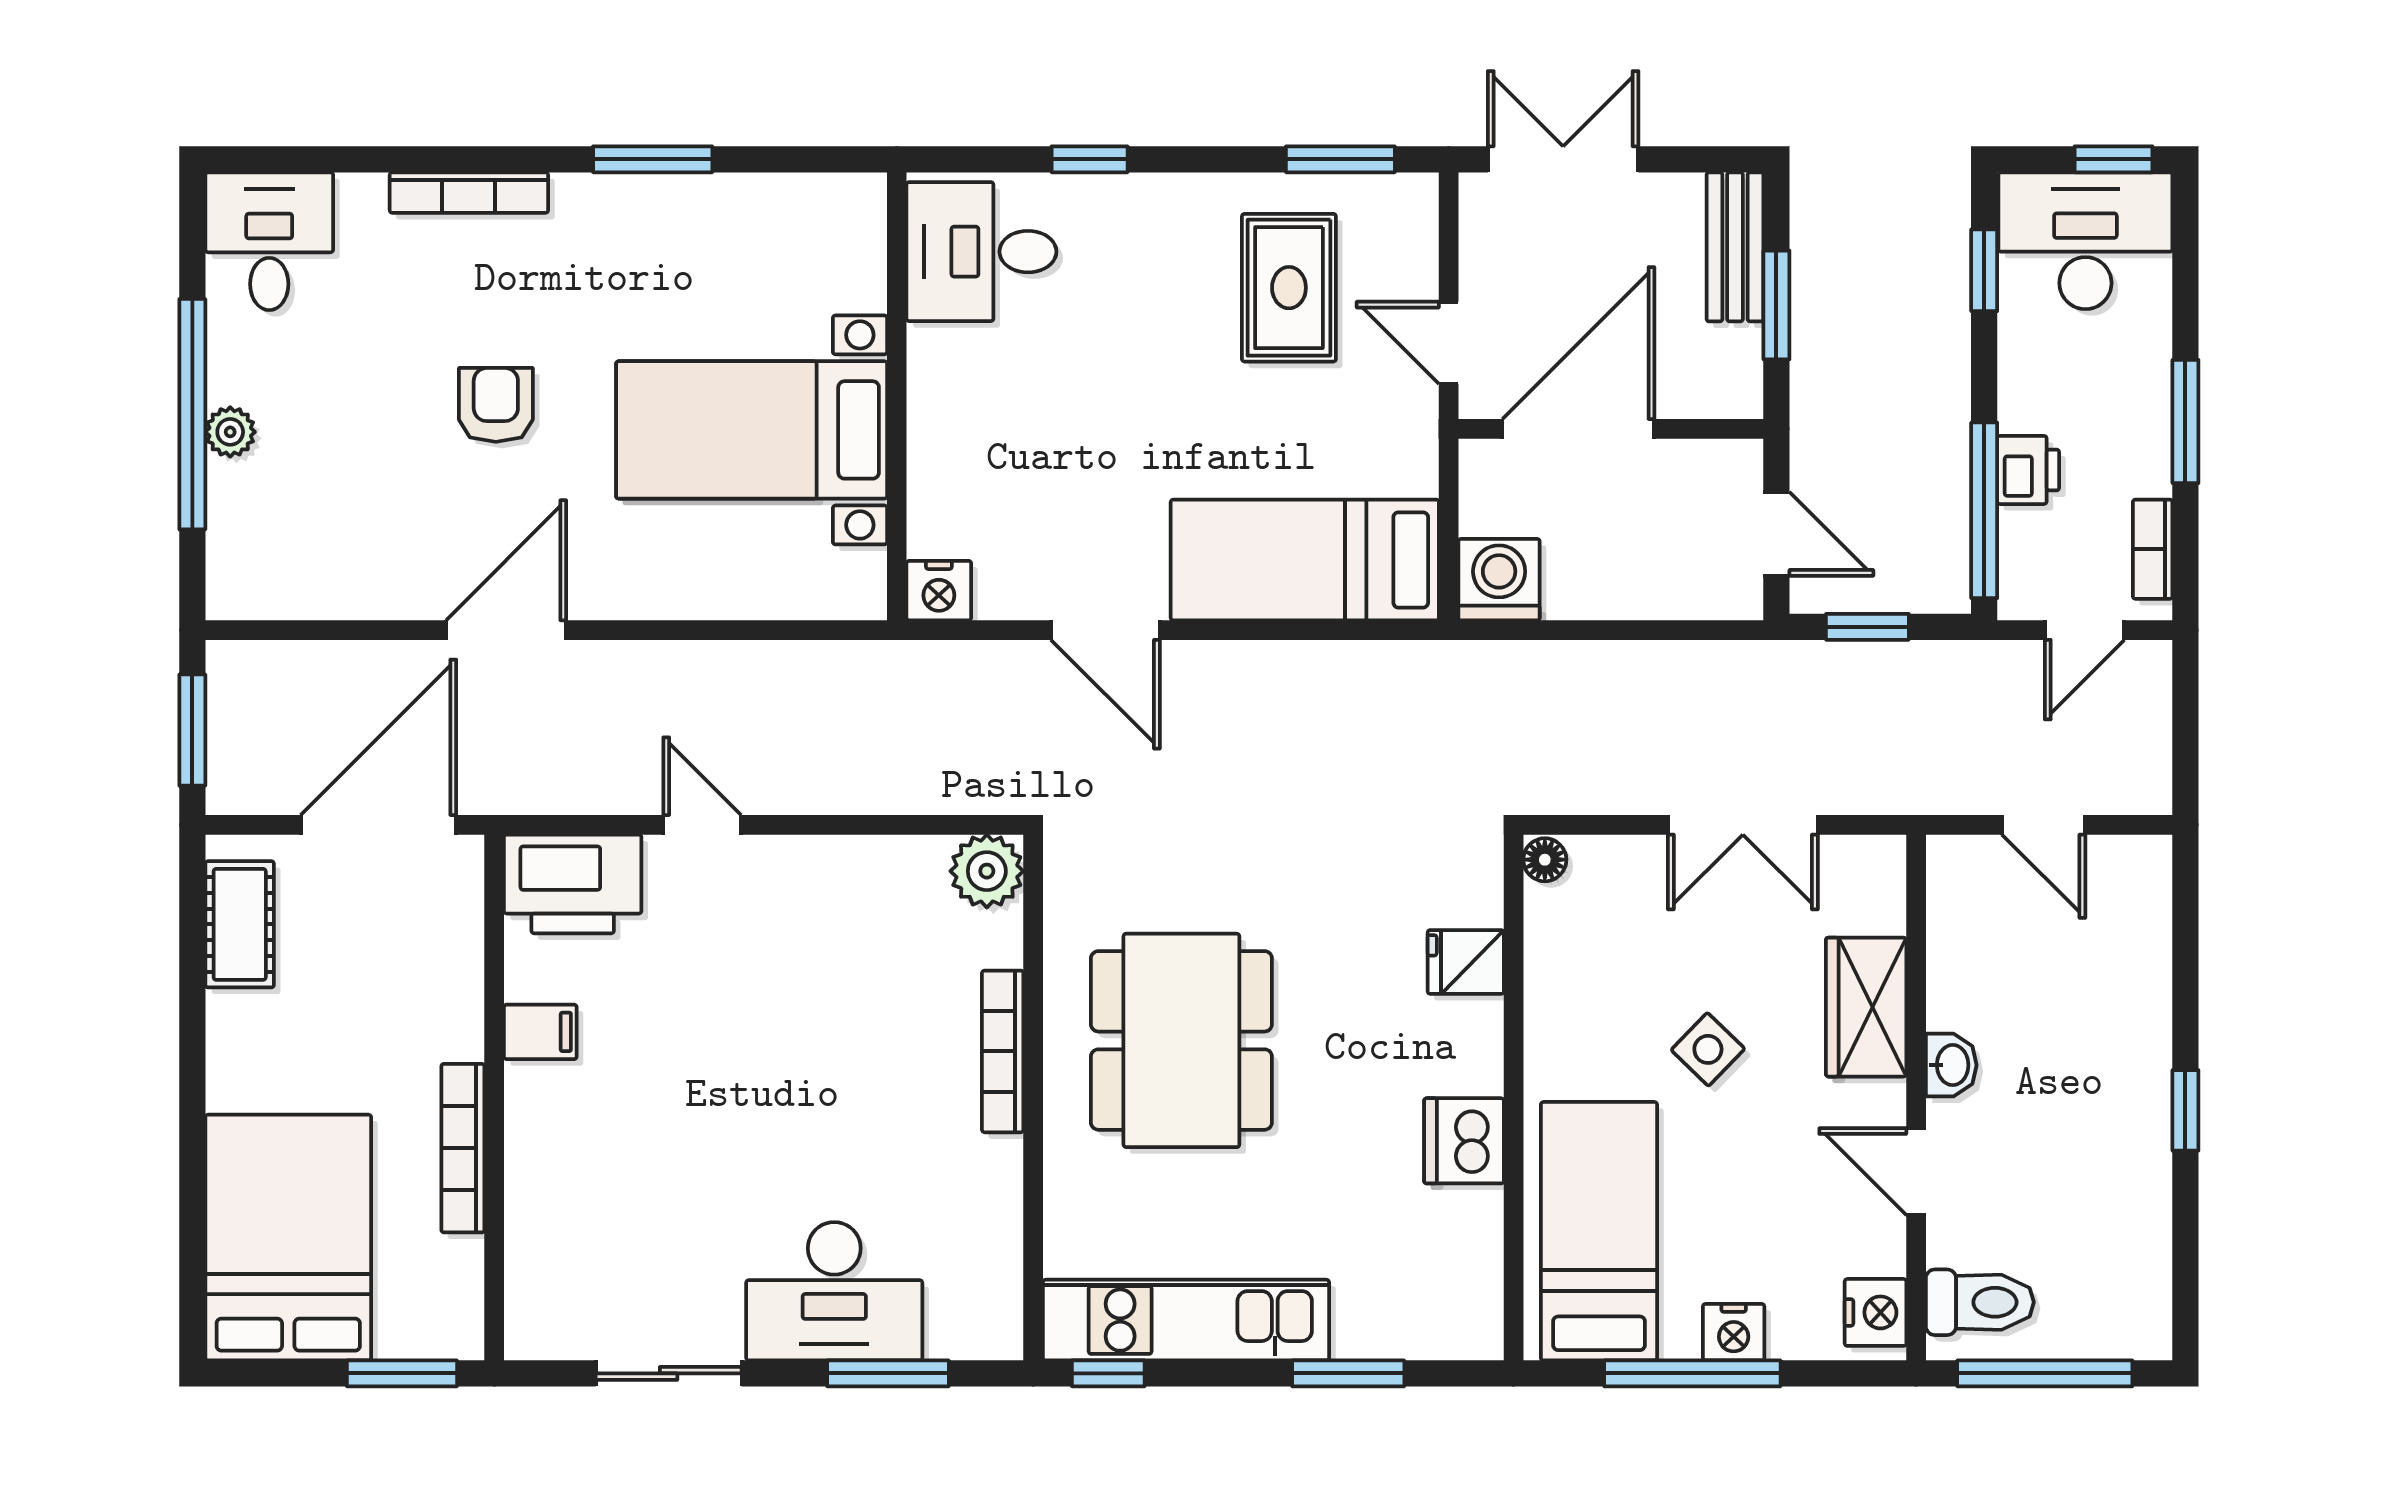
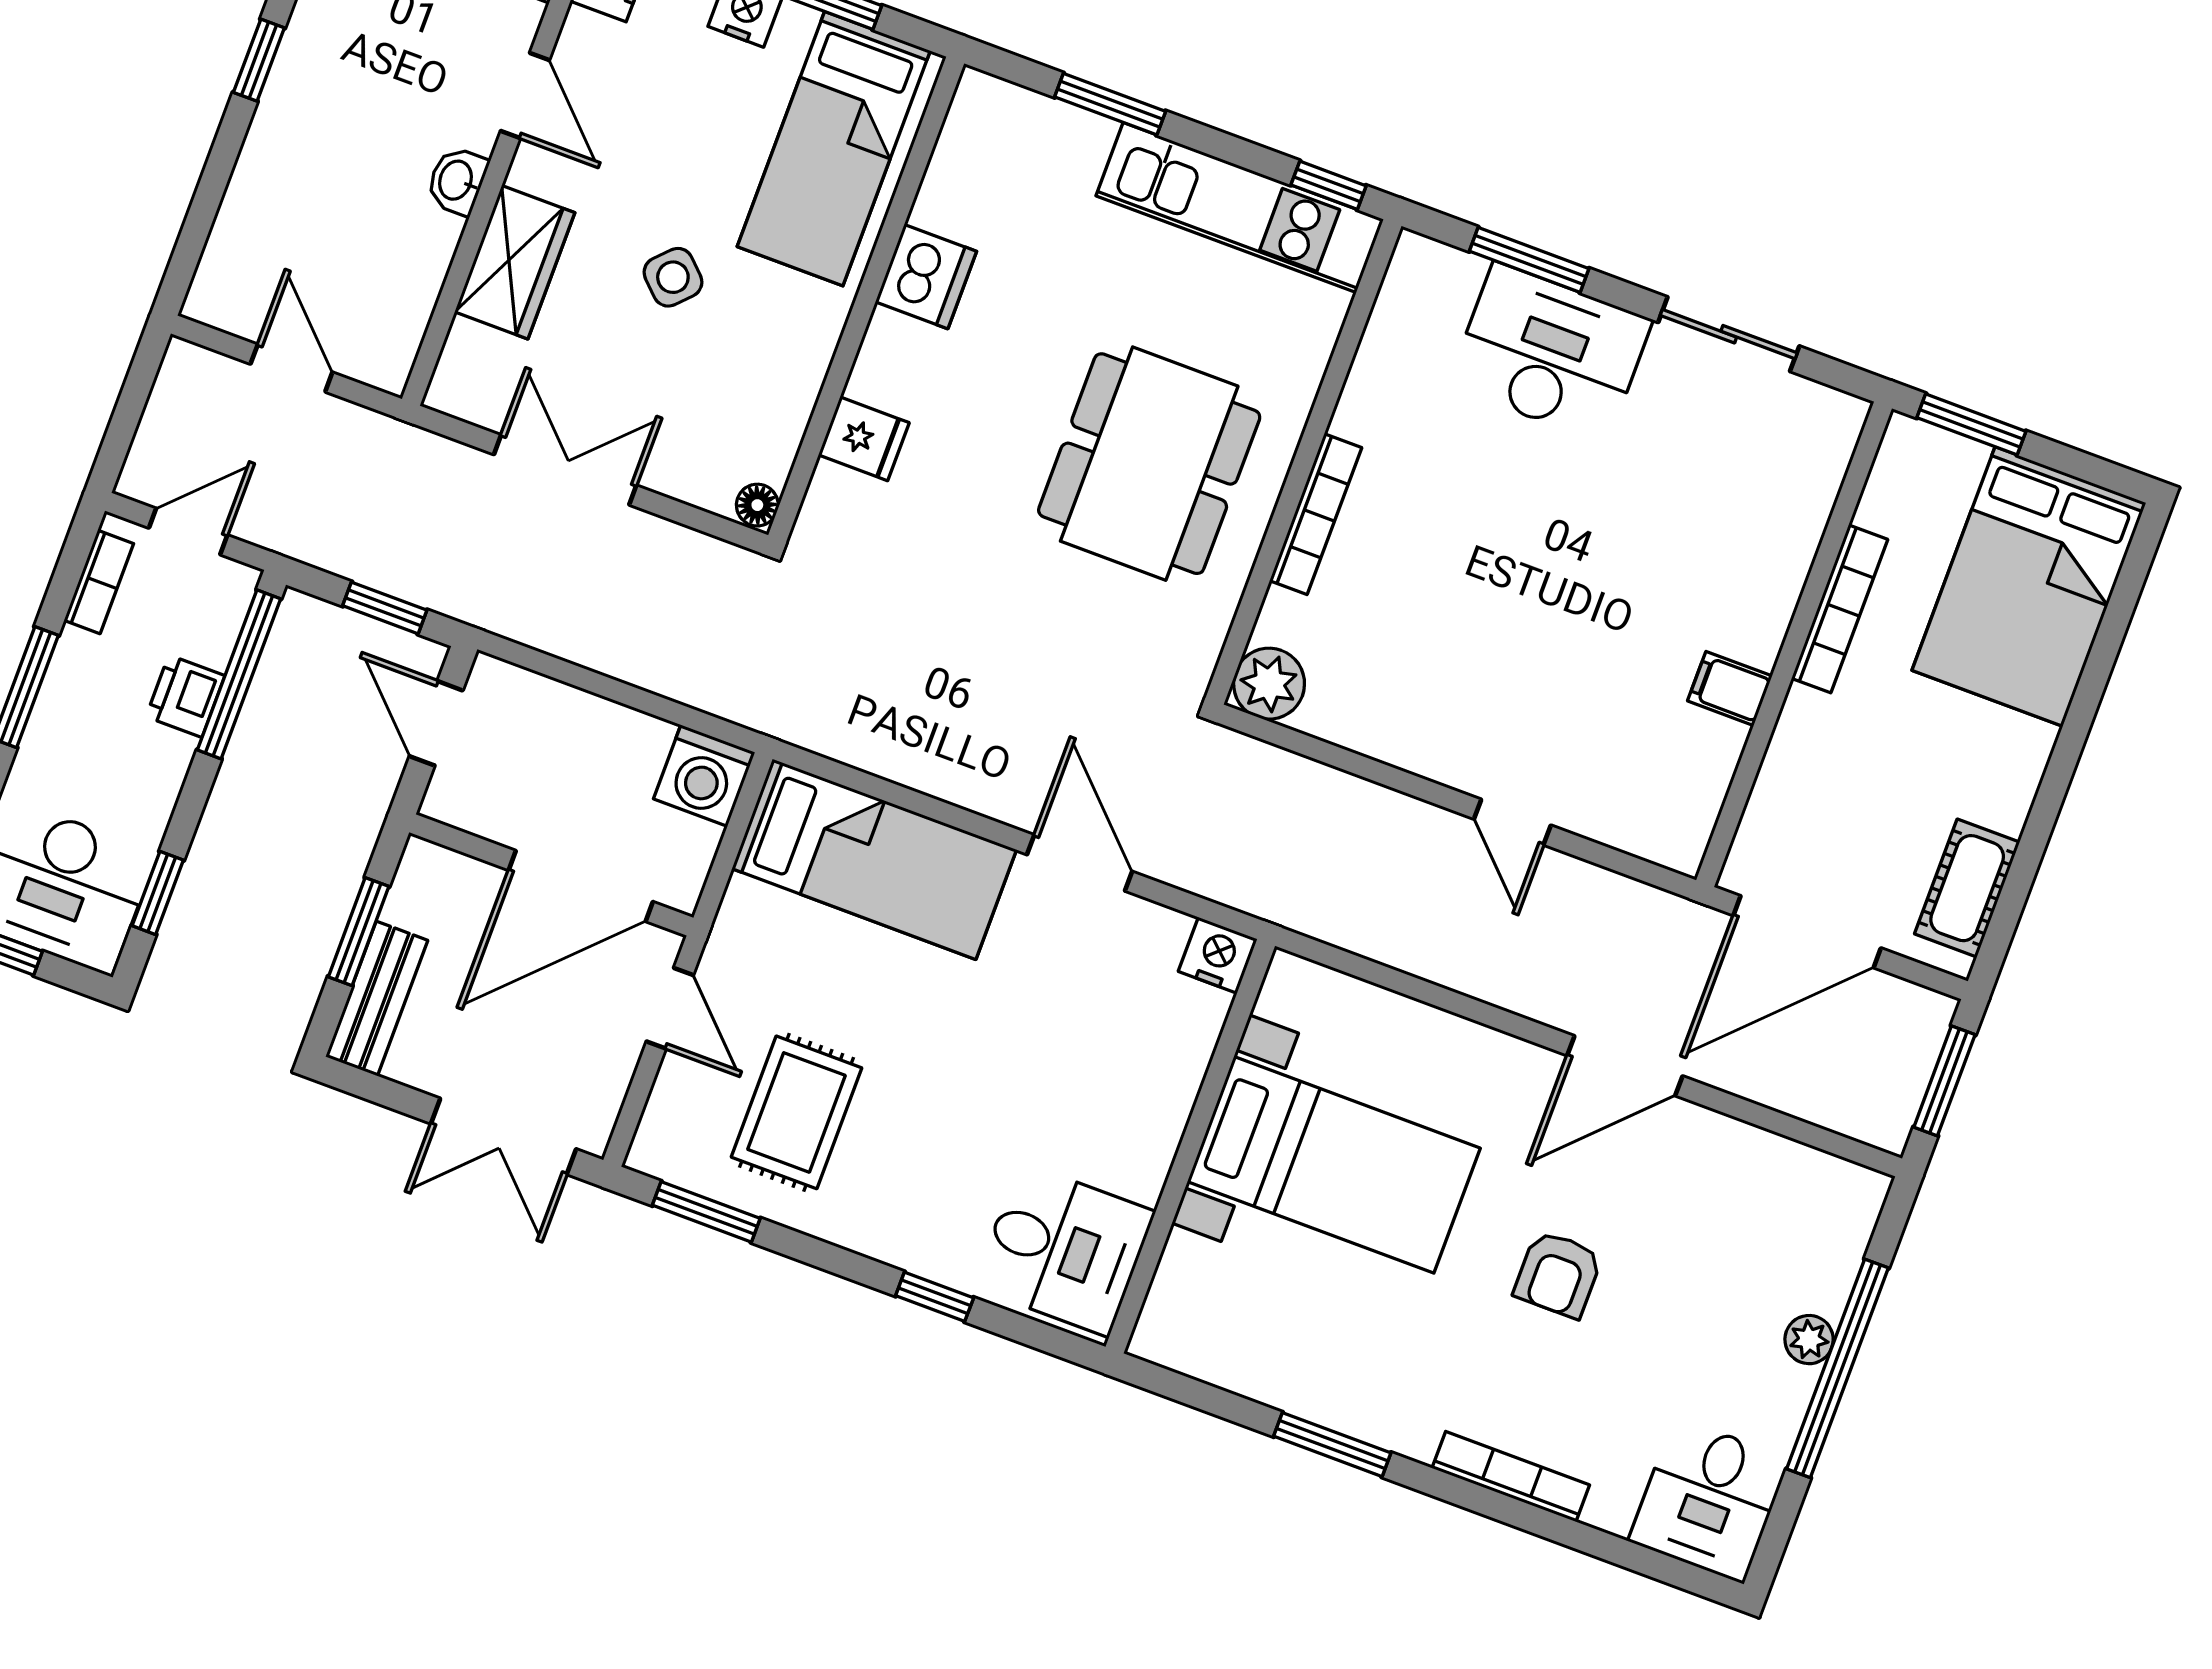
printer: (573, 884) -> (1650, 812), removed

